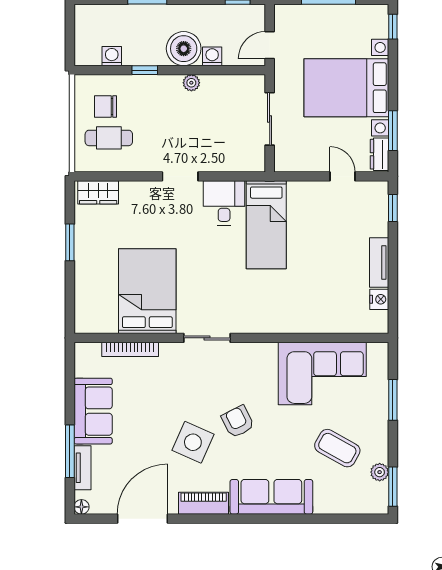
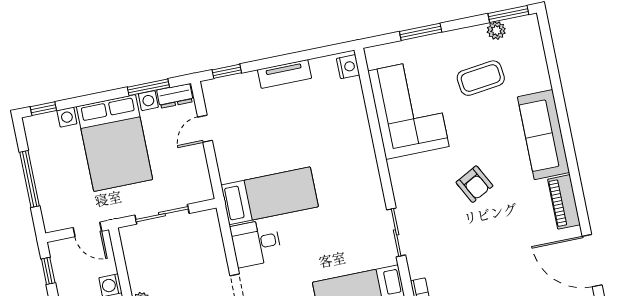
nightstand: (379, 299) -> (348, 67), moved, turned 90
armchair: (238, 422) -> (474, 184), turned -91
side table: (193, 442) -> (505, 225), removed
coffee table: (337, 448) -> (481, 78), turned 54

